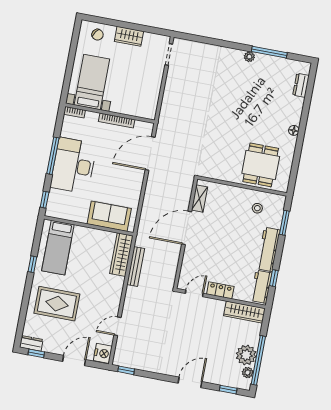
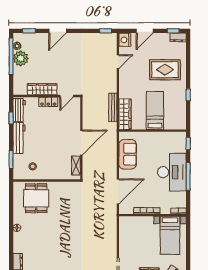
sofa: (109, 216) -> (128, 154), moved, turned -90
bed: (58, 248) -> (155, 110), moved
wardrobe: (244, 312) -> (42, 89), moved

